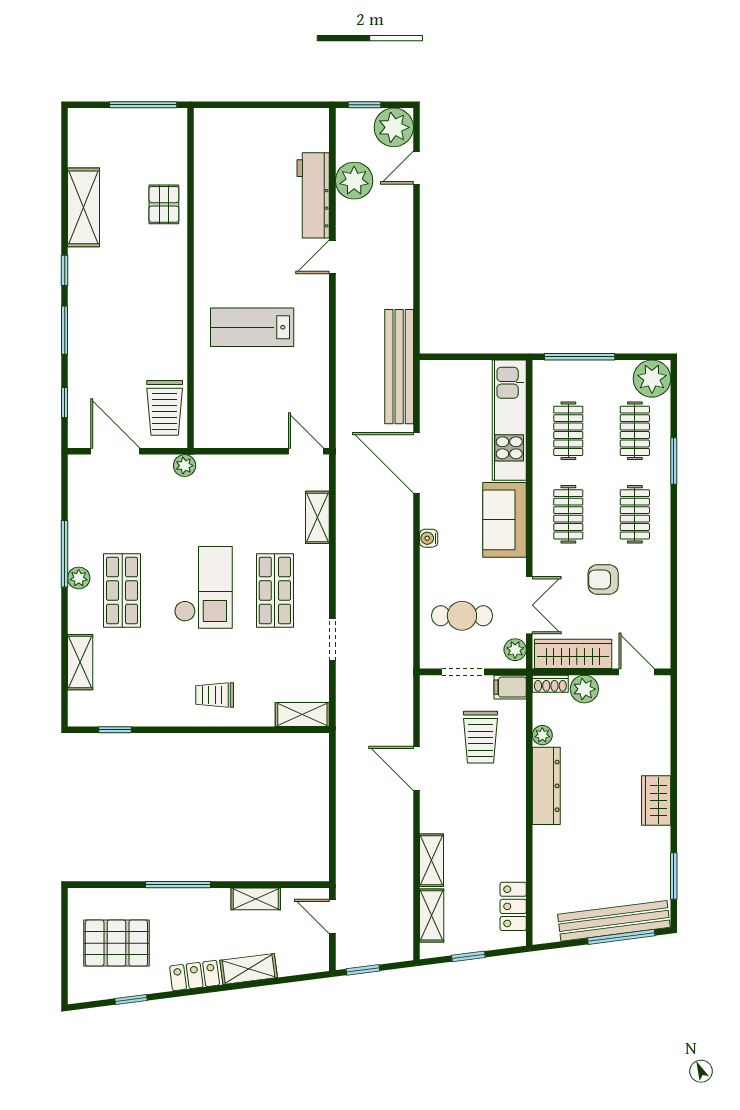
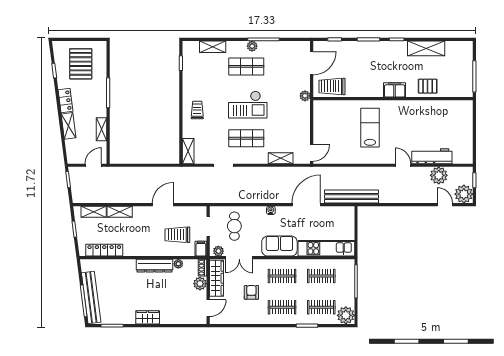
filing cabinet: (172, 275) -> (395, 90), added
locker: (513, 906) -> (104, 250), width x1.53

